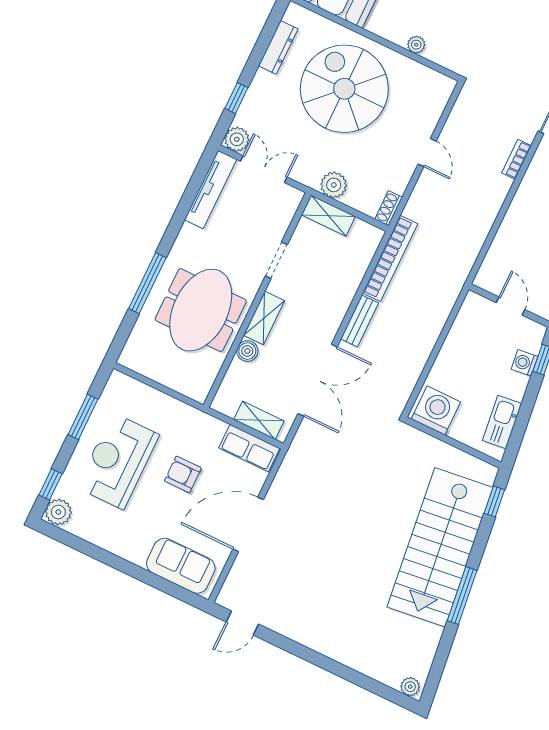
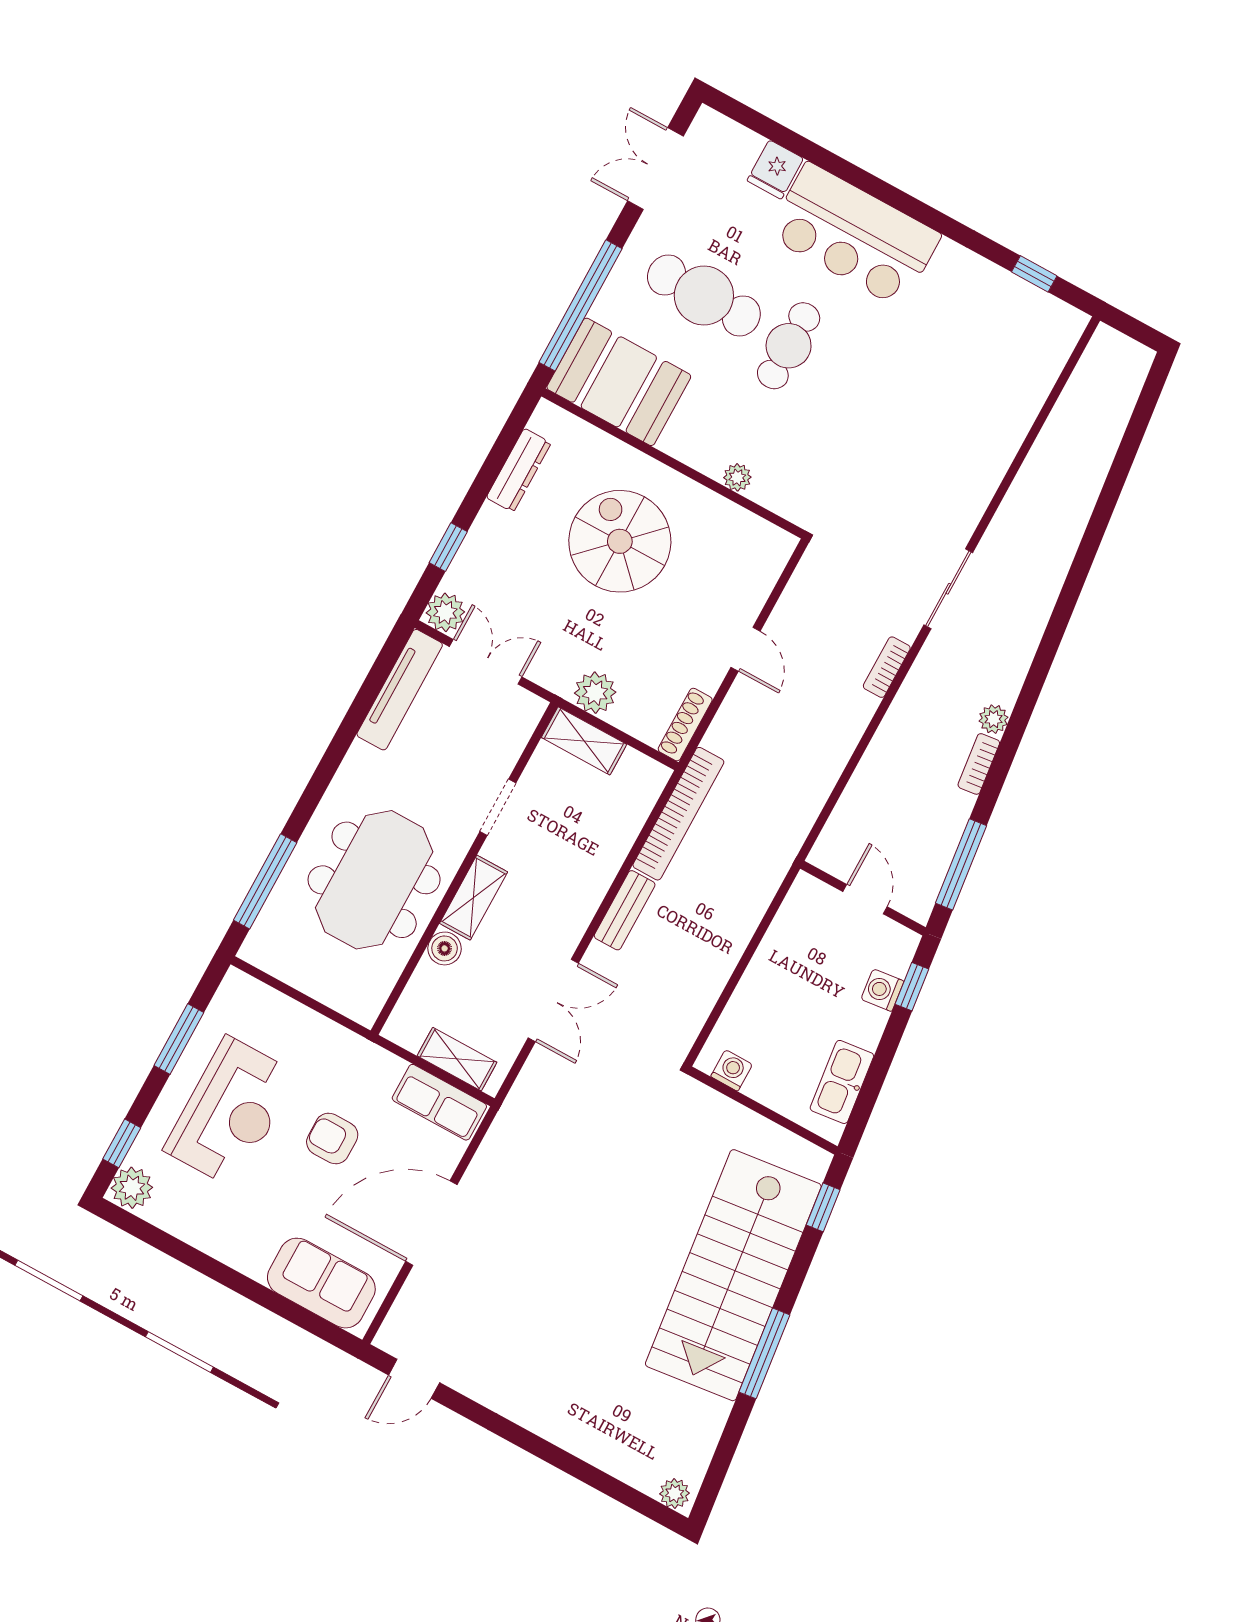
spiral stairs: (344, 89) -> (620, 541), width x0.73, depth x0.73
shoe rack: (389, 208) -> (685, 725), width x1.43
window: (147, 283) -> (265, 881), moved
double door: (318, 380) -> (553, 1000), width x0.73
washing machine: (436, 410) -> (732, 1070), width x0.53, depth x0.53
reception desk: (118, 461) -> (231, 1112), turned 180

